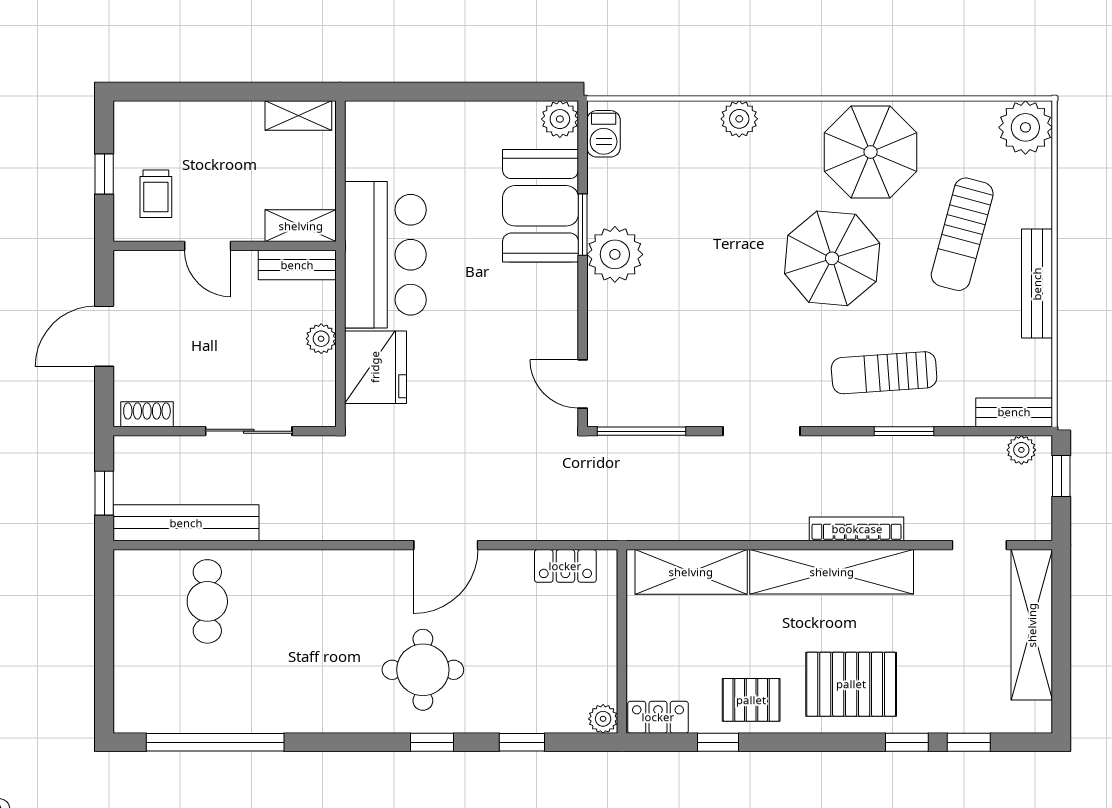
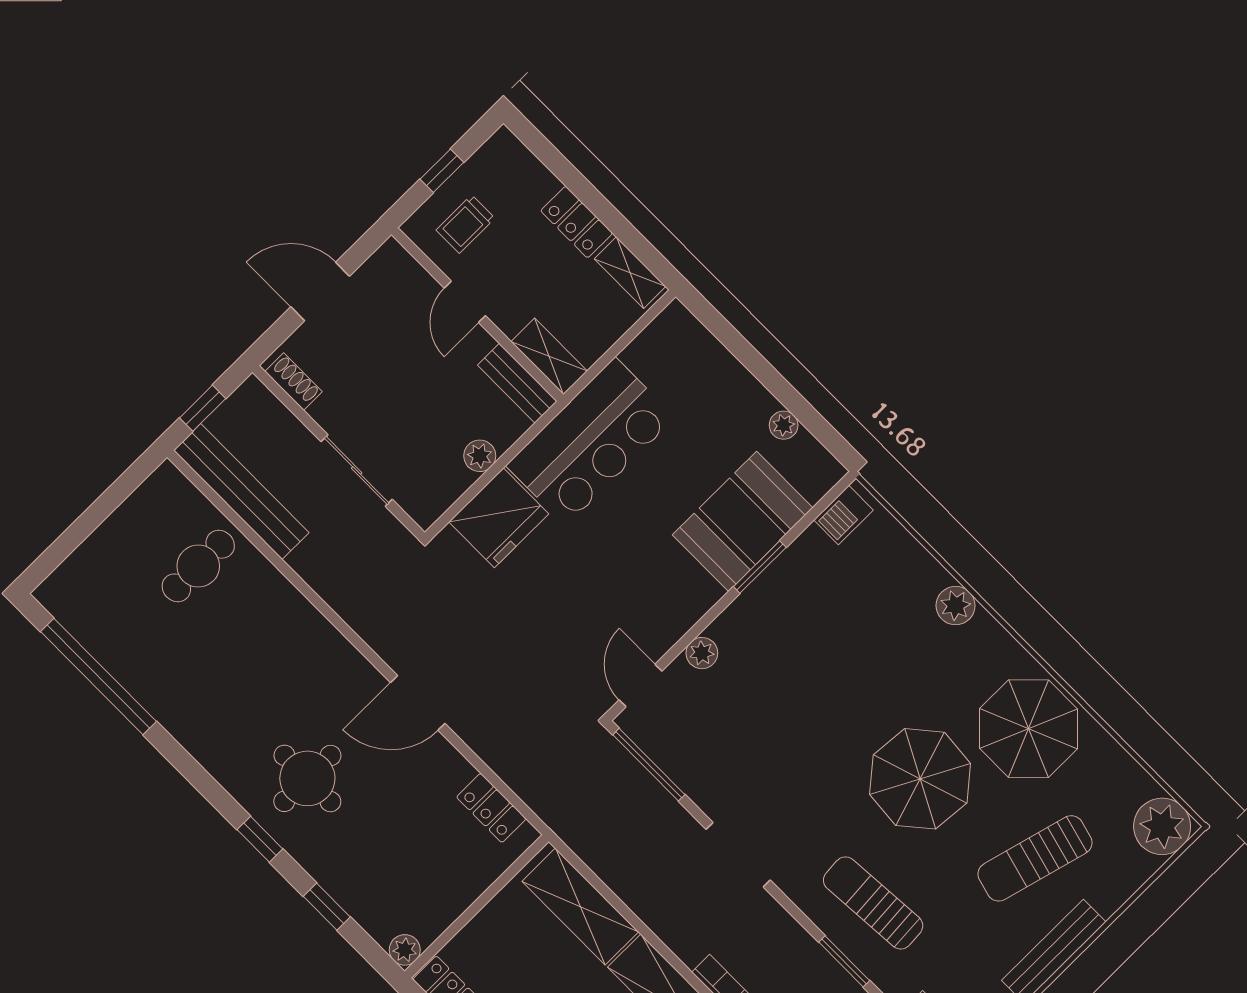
locker: (229, 118) -> (577, 222), added
plant: (560, 119) -> (784, 425), moved, width x0.73, depth x0.73
plant: (615, 254) -> (702, 653), moved, width x0.53, depth x0.53

